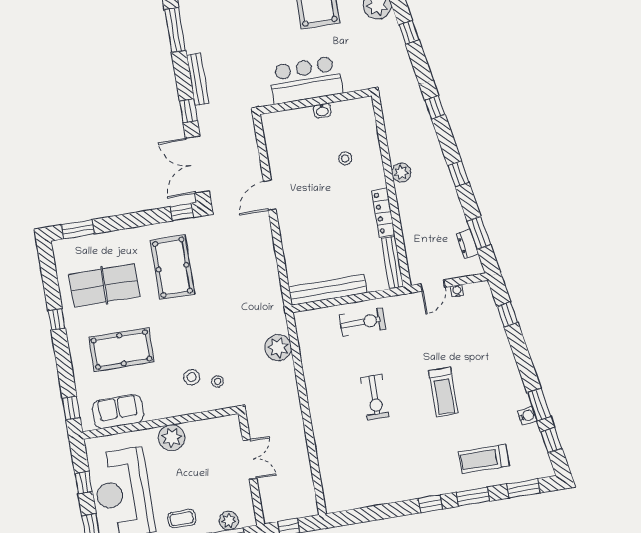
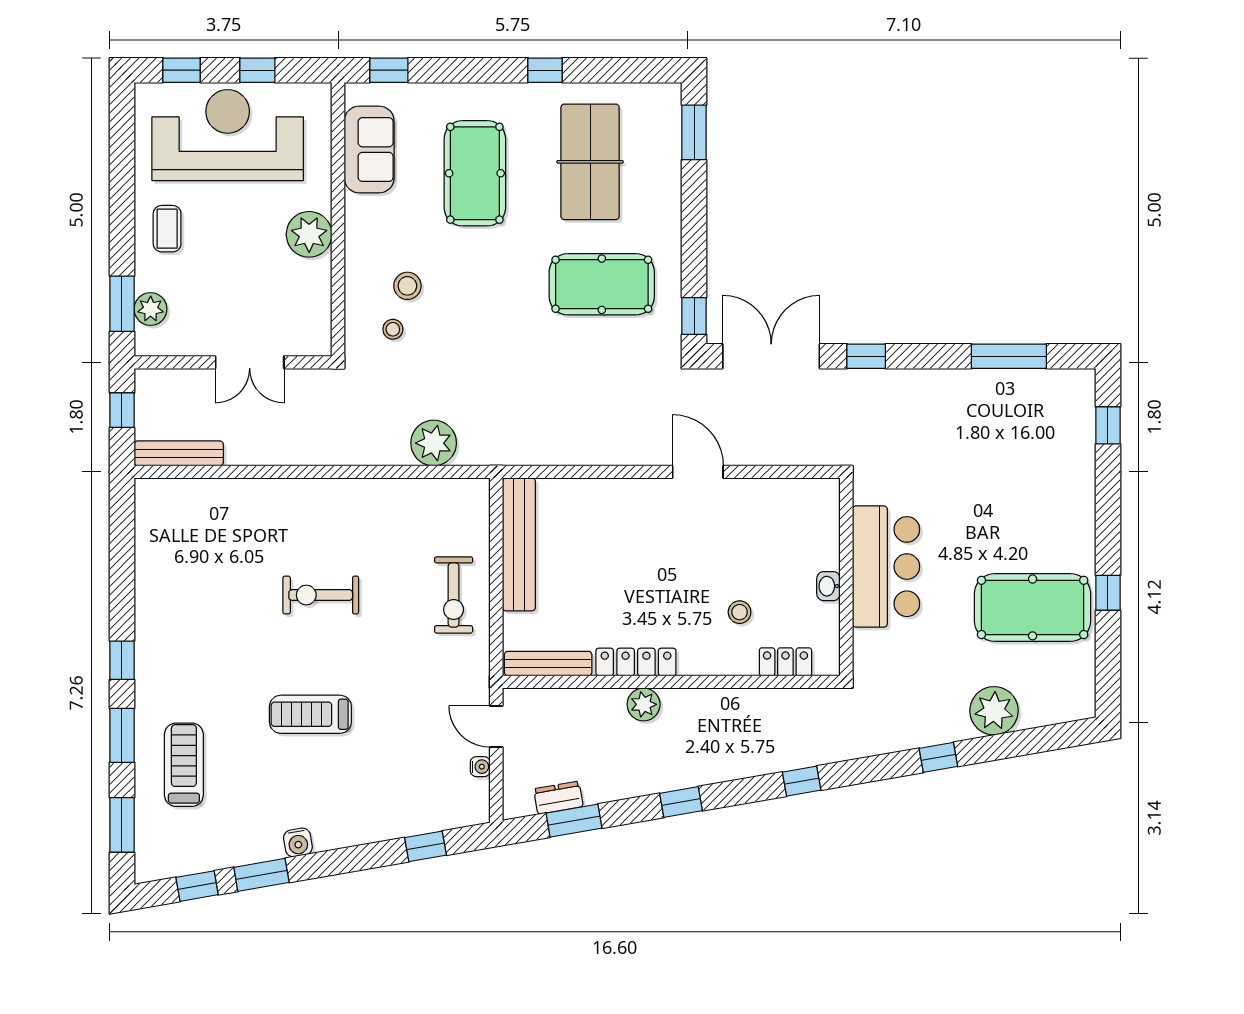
bench: (198, 79) -> (179, 453), moved
locker: (369, 128) -> (785, 662), added
plant: (401, 173) -> (644, 704), moved
water cooler: (527, 416) -> (298, 842), moved

